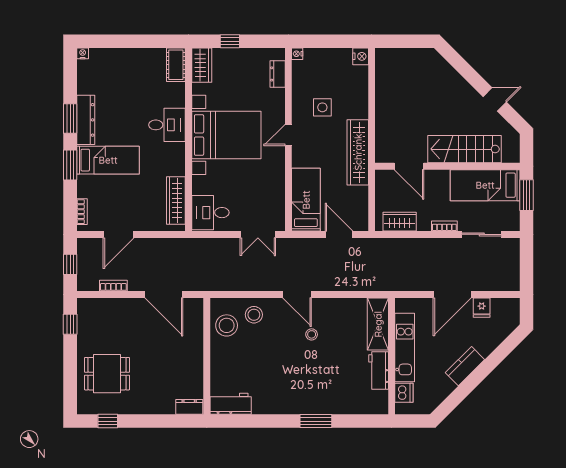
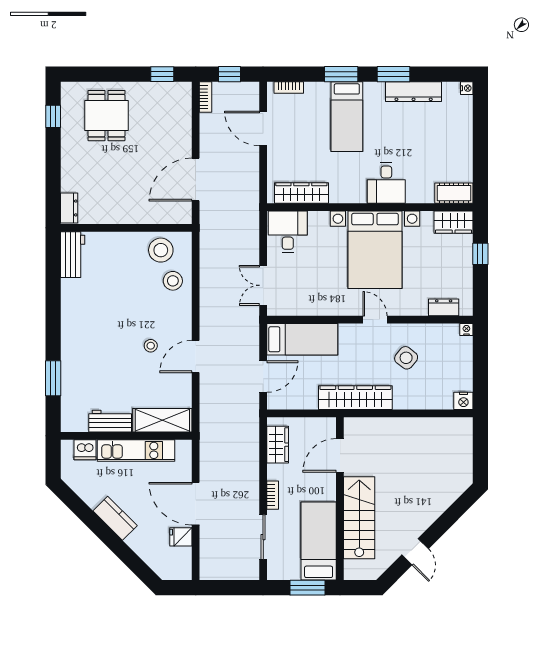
side table: (322, 107) -> (406, 358), turned 38
dresser: (86, 120) -> (414, 92), moved
bookcase: (113, 286) -> (206, 97), moved
door: (297, 294) -> (196, 357), moved
window: (316, 421) -> (53, 378), moved

